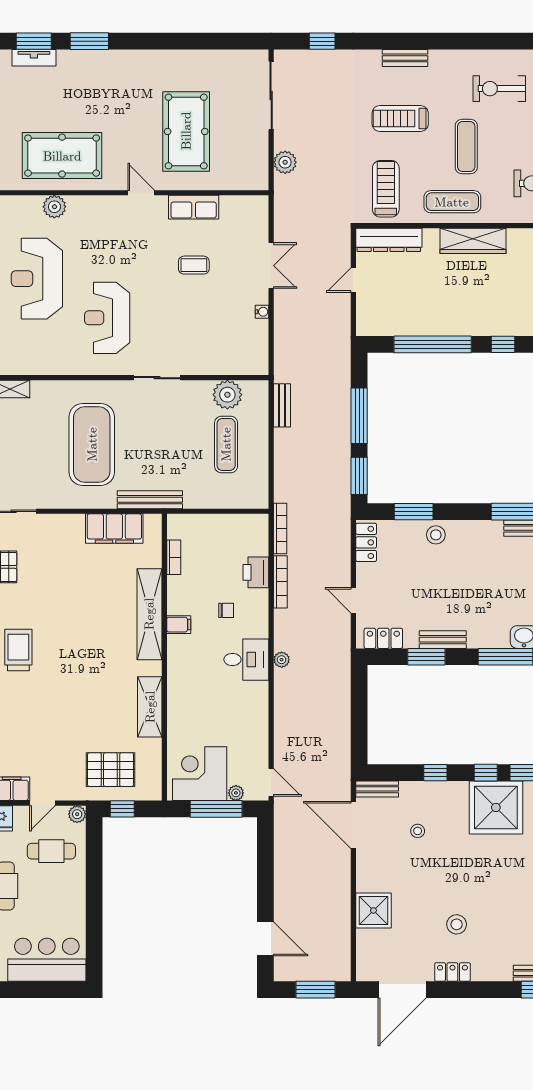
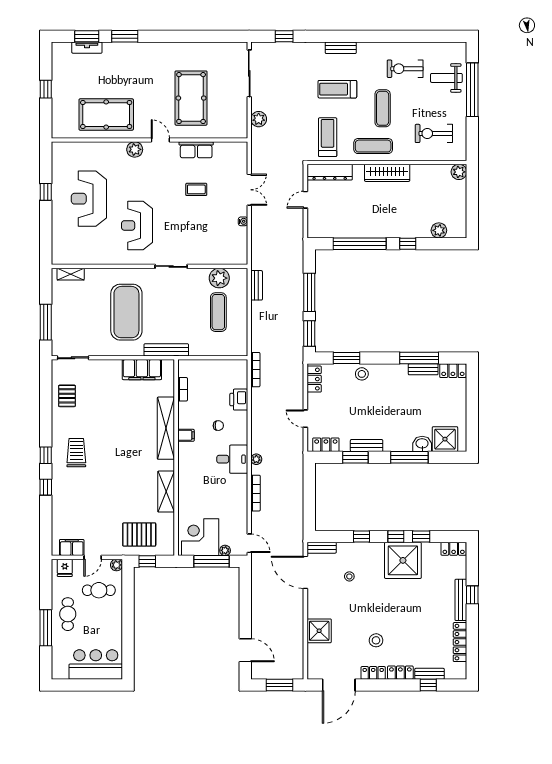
plant: (54, 207) -> (135, 149), moved
bookcase: (280, 582) -> (255, 493), moved
locker: (492, 972) -> (400, 673), added

